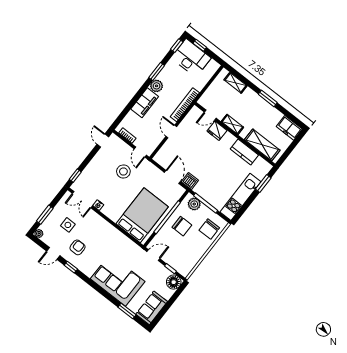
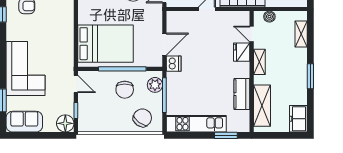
boiler: (208, 95) -> (269, 17), added
chair: (209, 229) -> (142, 118), turned 126

